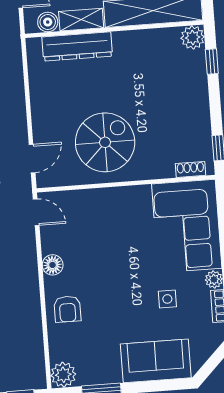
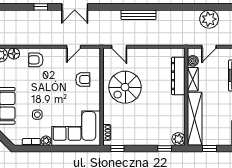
spiral stairs: (105, 142) -> (125, 87), turned 90
door: (36, 212) -> (74, 47), moved
armchair: (97, 221) -> (83, 80), added
floor lamp: (53, 265) -> (14, 54), moved

